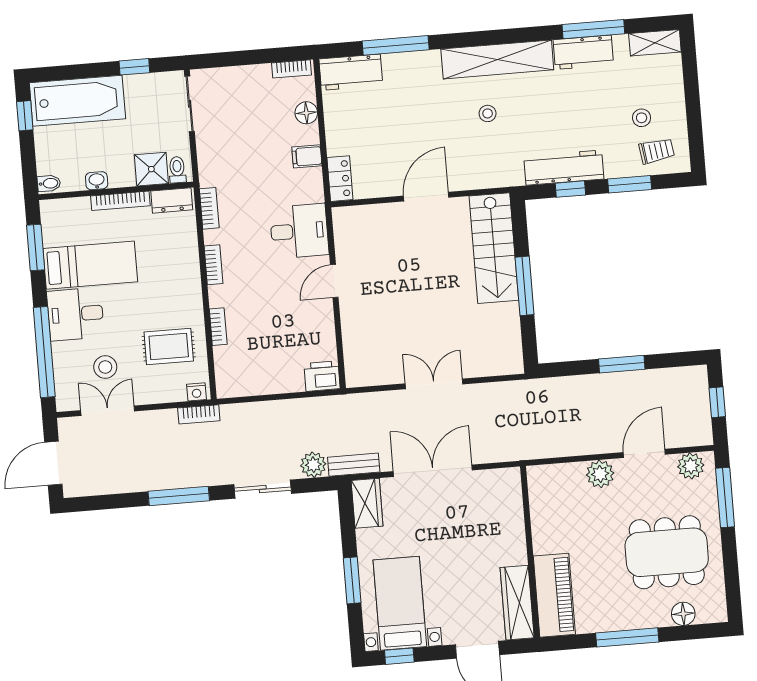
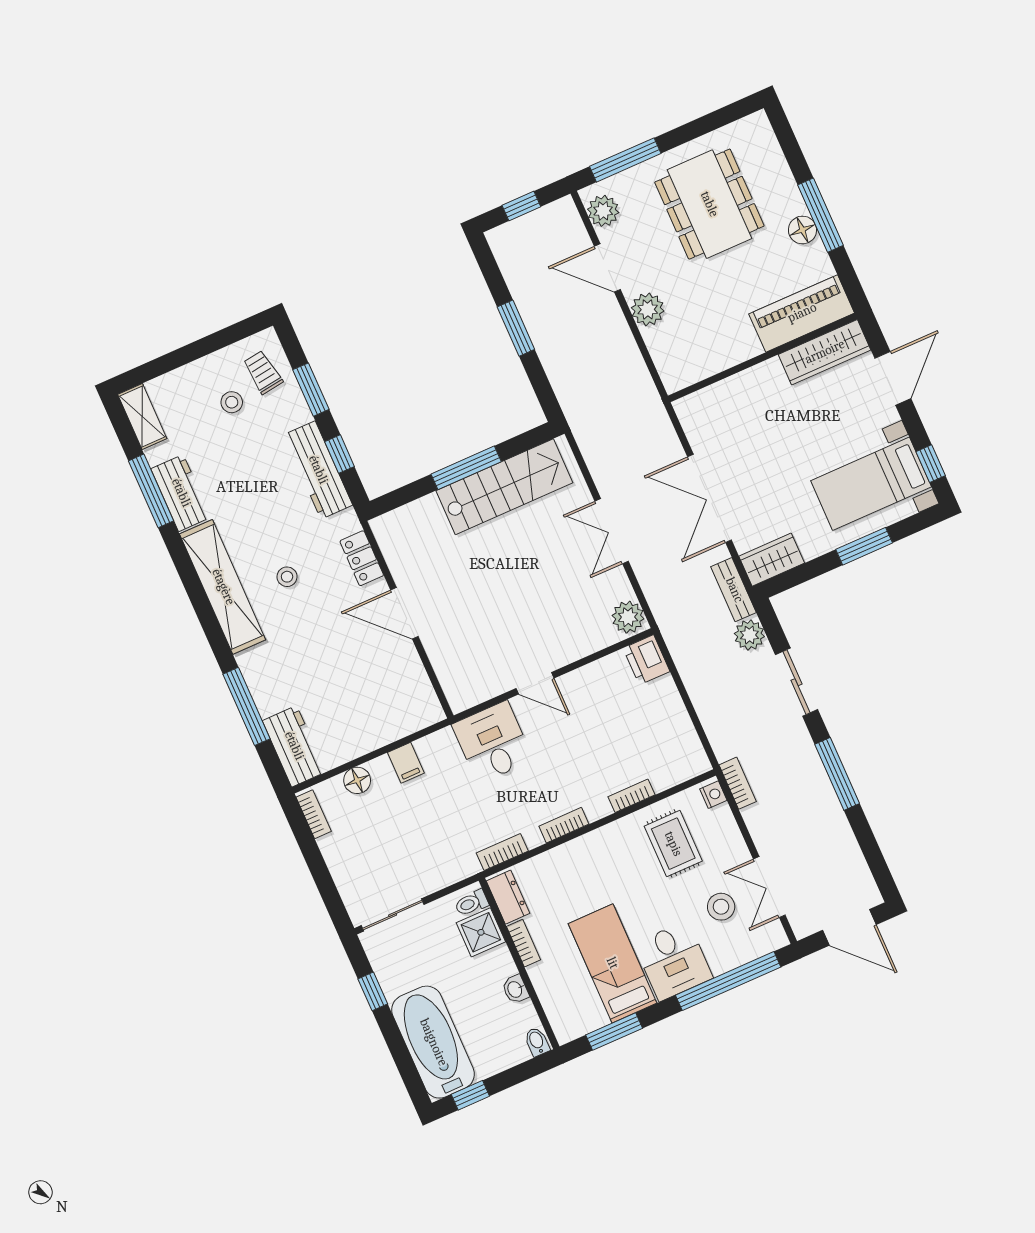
locker: (340, 179) -> (362, 558), moved, turned -90
bookcase: (120, 201) -> (524, 943), width x0.64
stairs: (494, 248) -> (504, 487), moved
plant: (361, 373) -> (628, 617), added
floor lamp: (683, 614) -> (802, 230), moved

